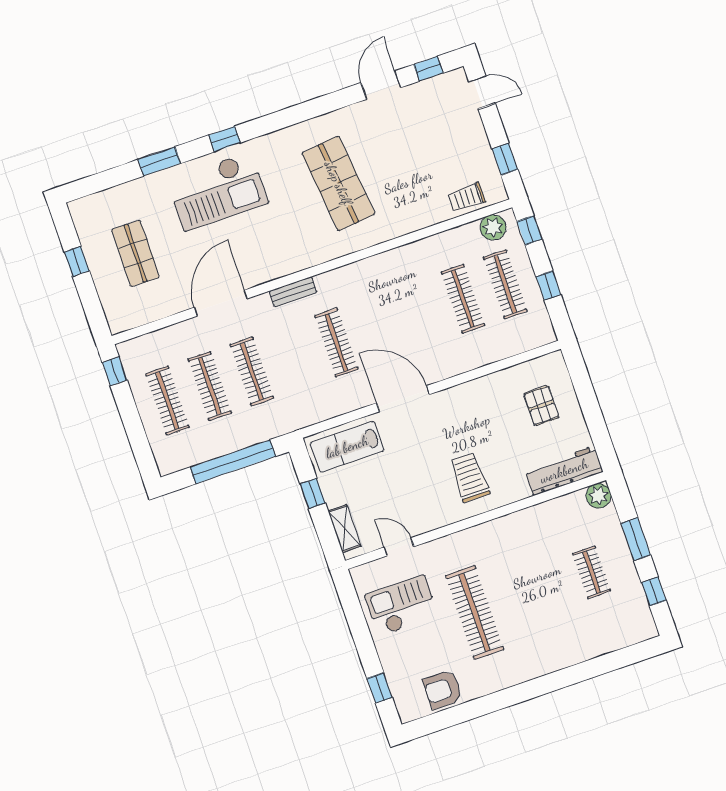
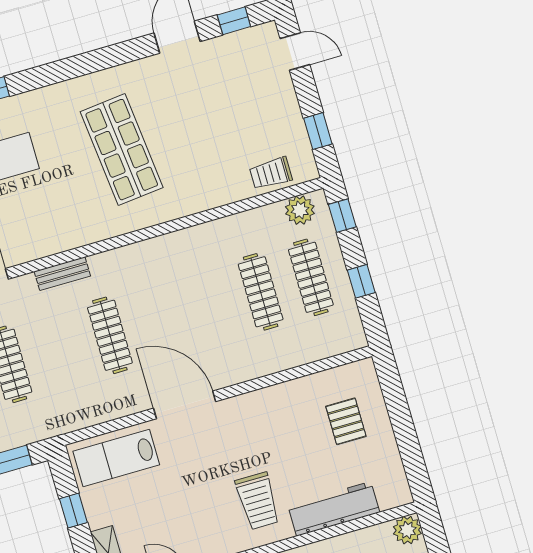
workbench: (564, 471) -> (334, 509), moved
trolley: (470, 477) -> (258, 501), turned 180

